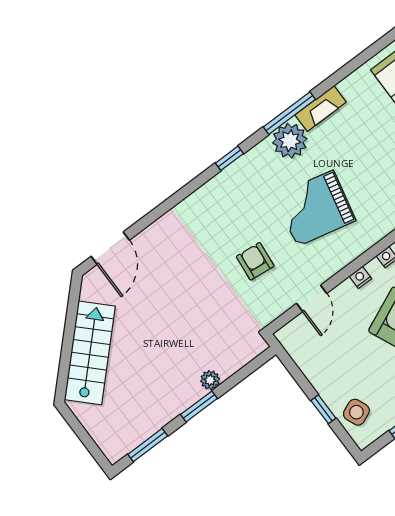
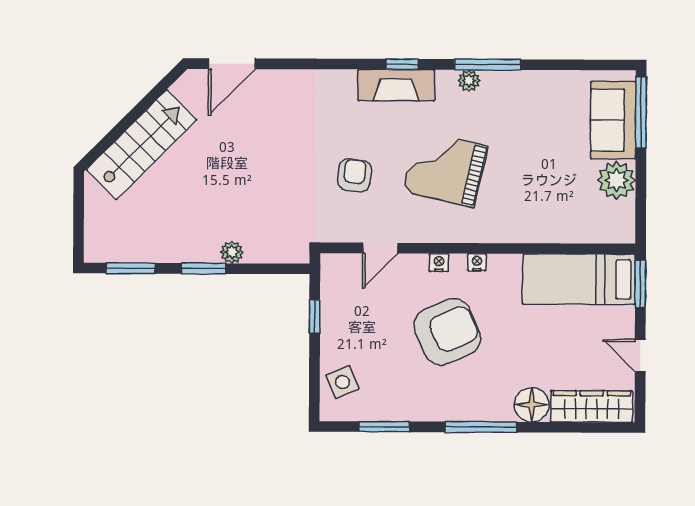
fireplace: (321, 109) -> (396, 85), moved, width x1.37, depth x1.32
plant: (290, 141) -> (469, 80), width x0.53, depth x0.53
window: (323, 409) -> (315, 316), moved

